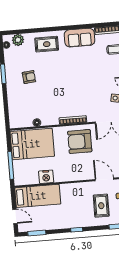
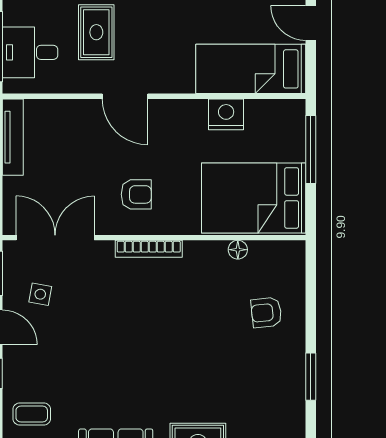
armchair: (29, 77) -> (266, 312), moved
armchair: (80, 141) -> (136, 194), width x0.53, depth x0.53
door: (104, 179) -> (125, 96), moved

